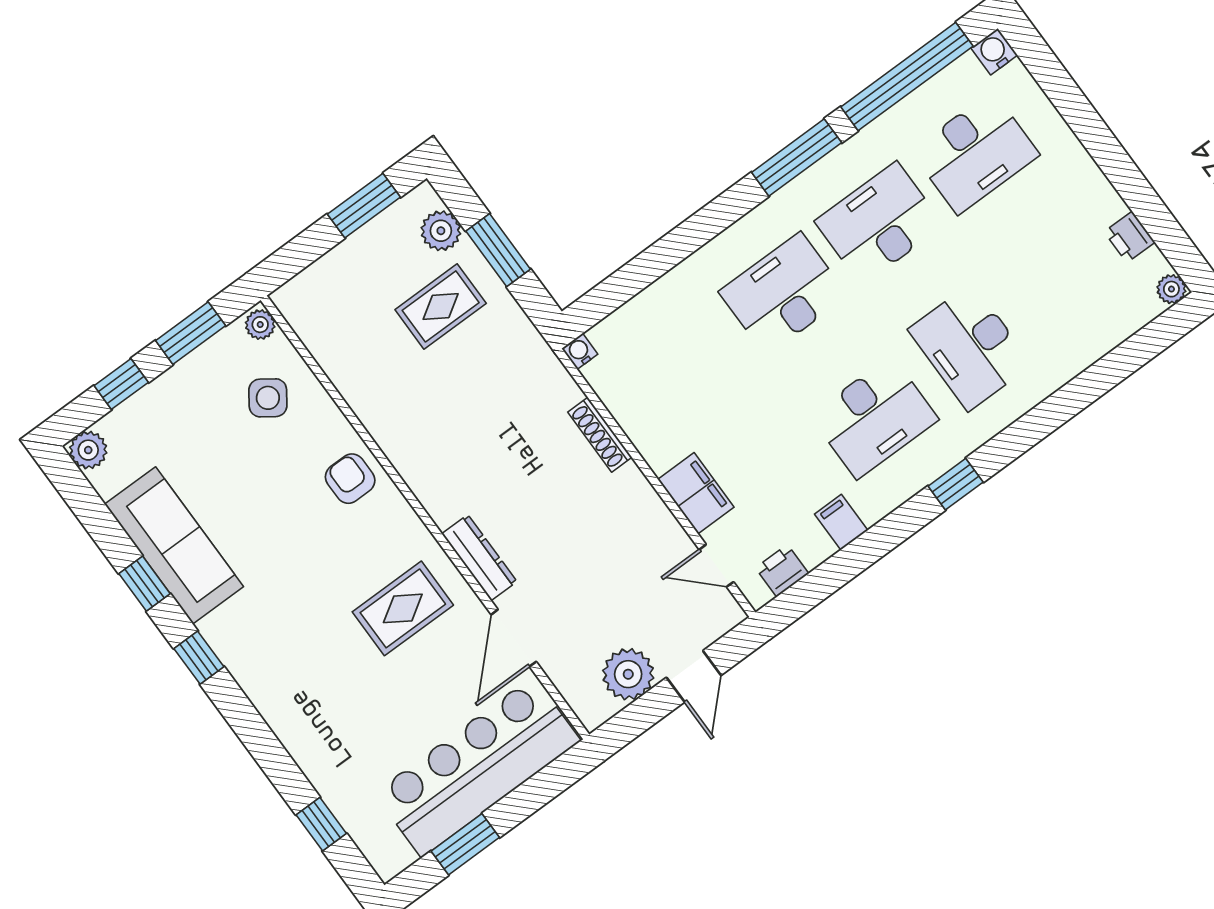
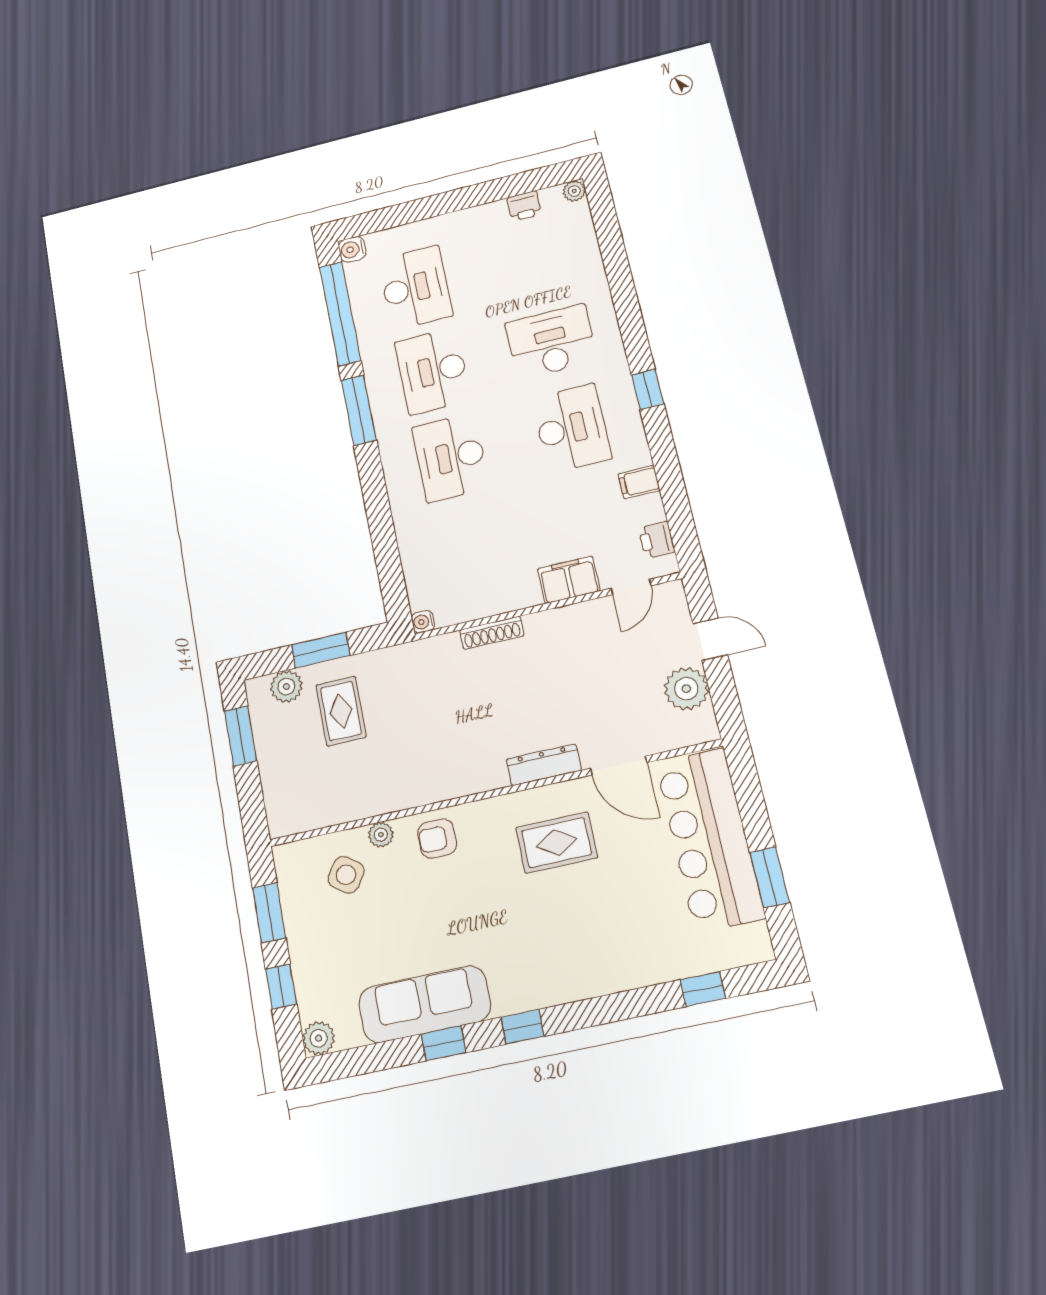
plant: (260, 325) -> (381, 835), moved
desk: (970, 347) -> (551, 342), turned 180
rug: (403, 608) -> (557, 843), turned 90

